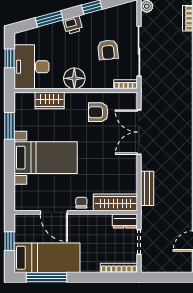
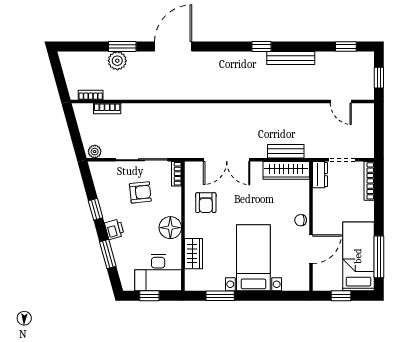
wardrobe: (115, 202) -> (286, 170), moved, turned -90

